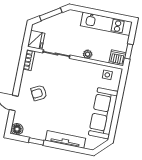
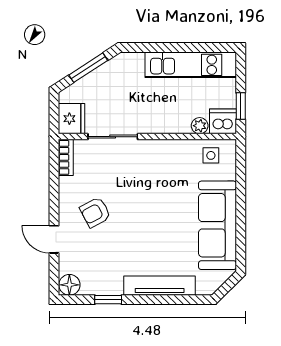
plant: (88, 54) -> (200, 126), moved

